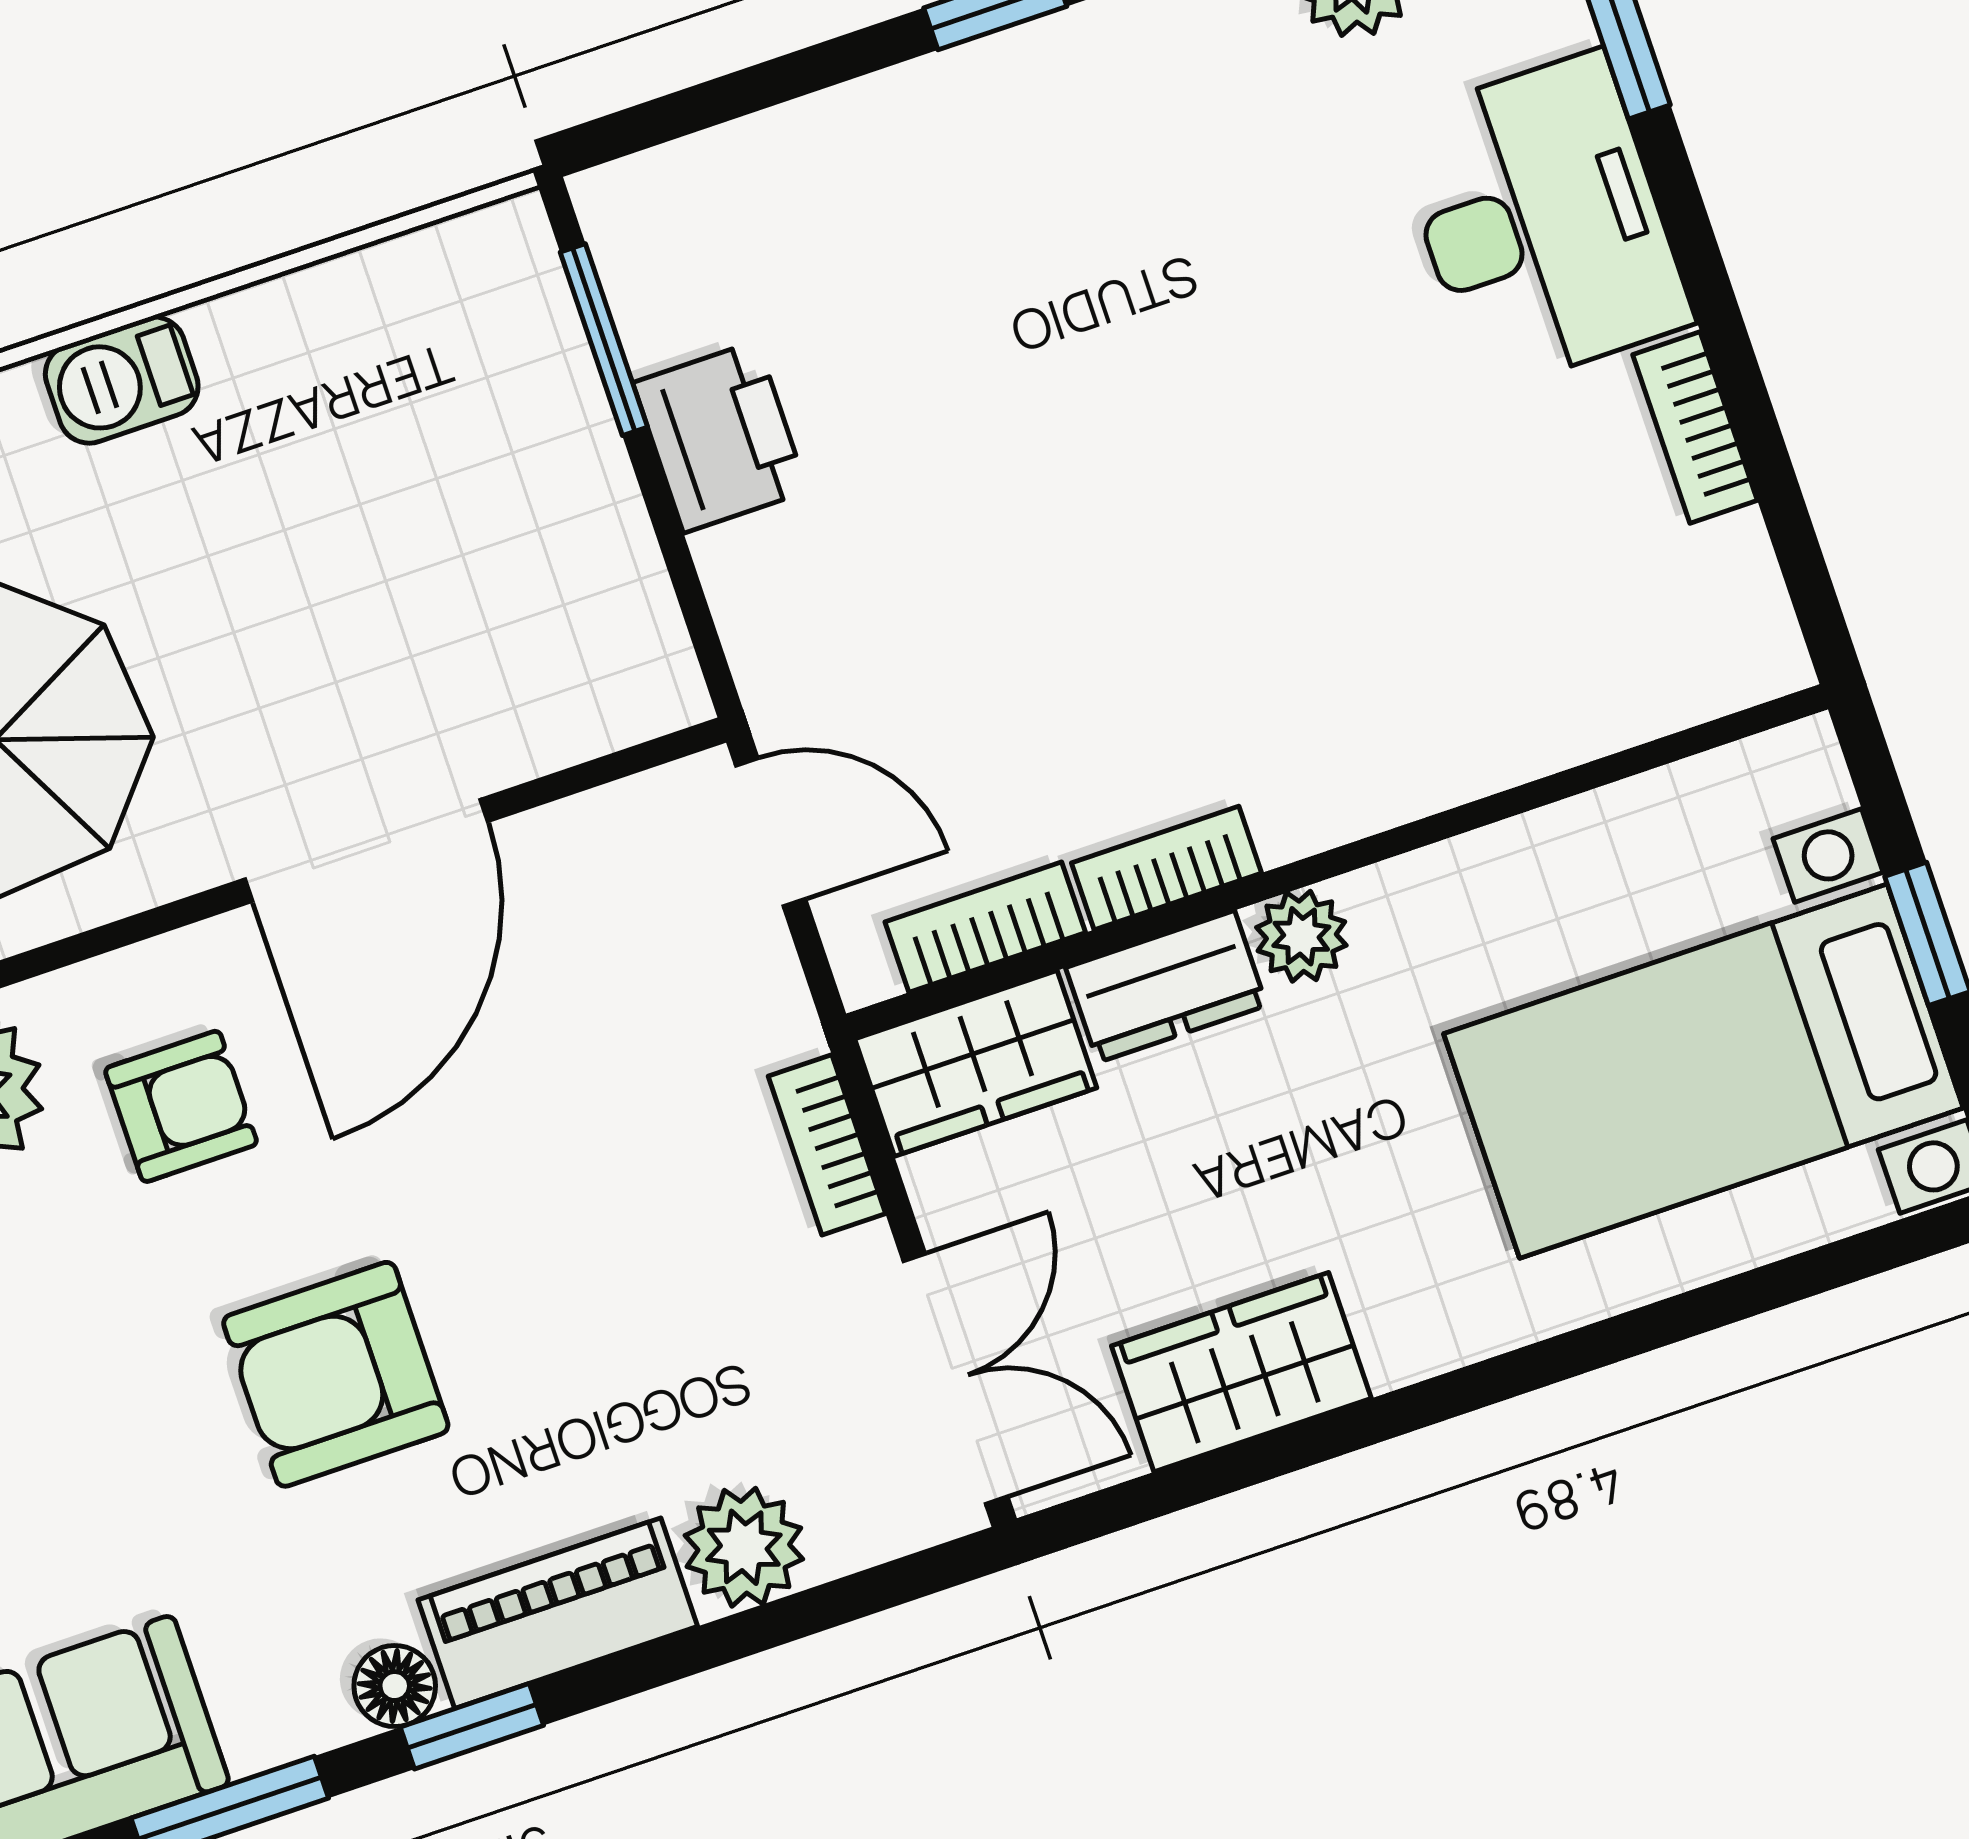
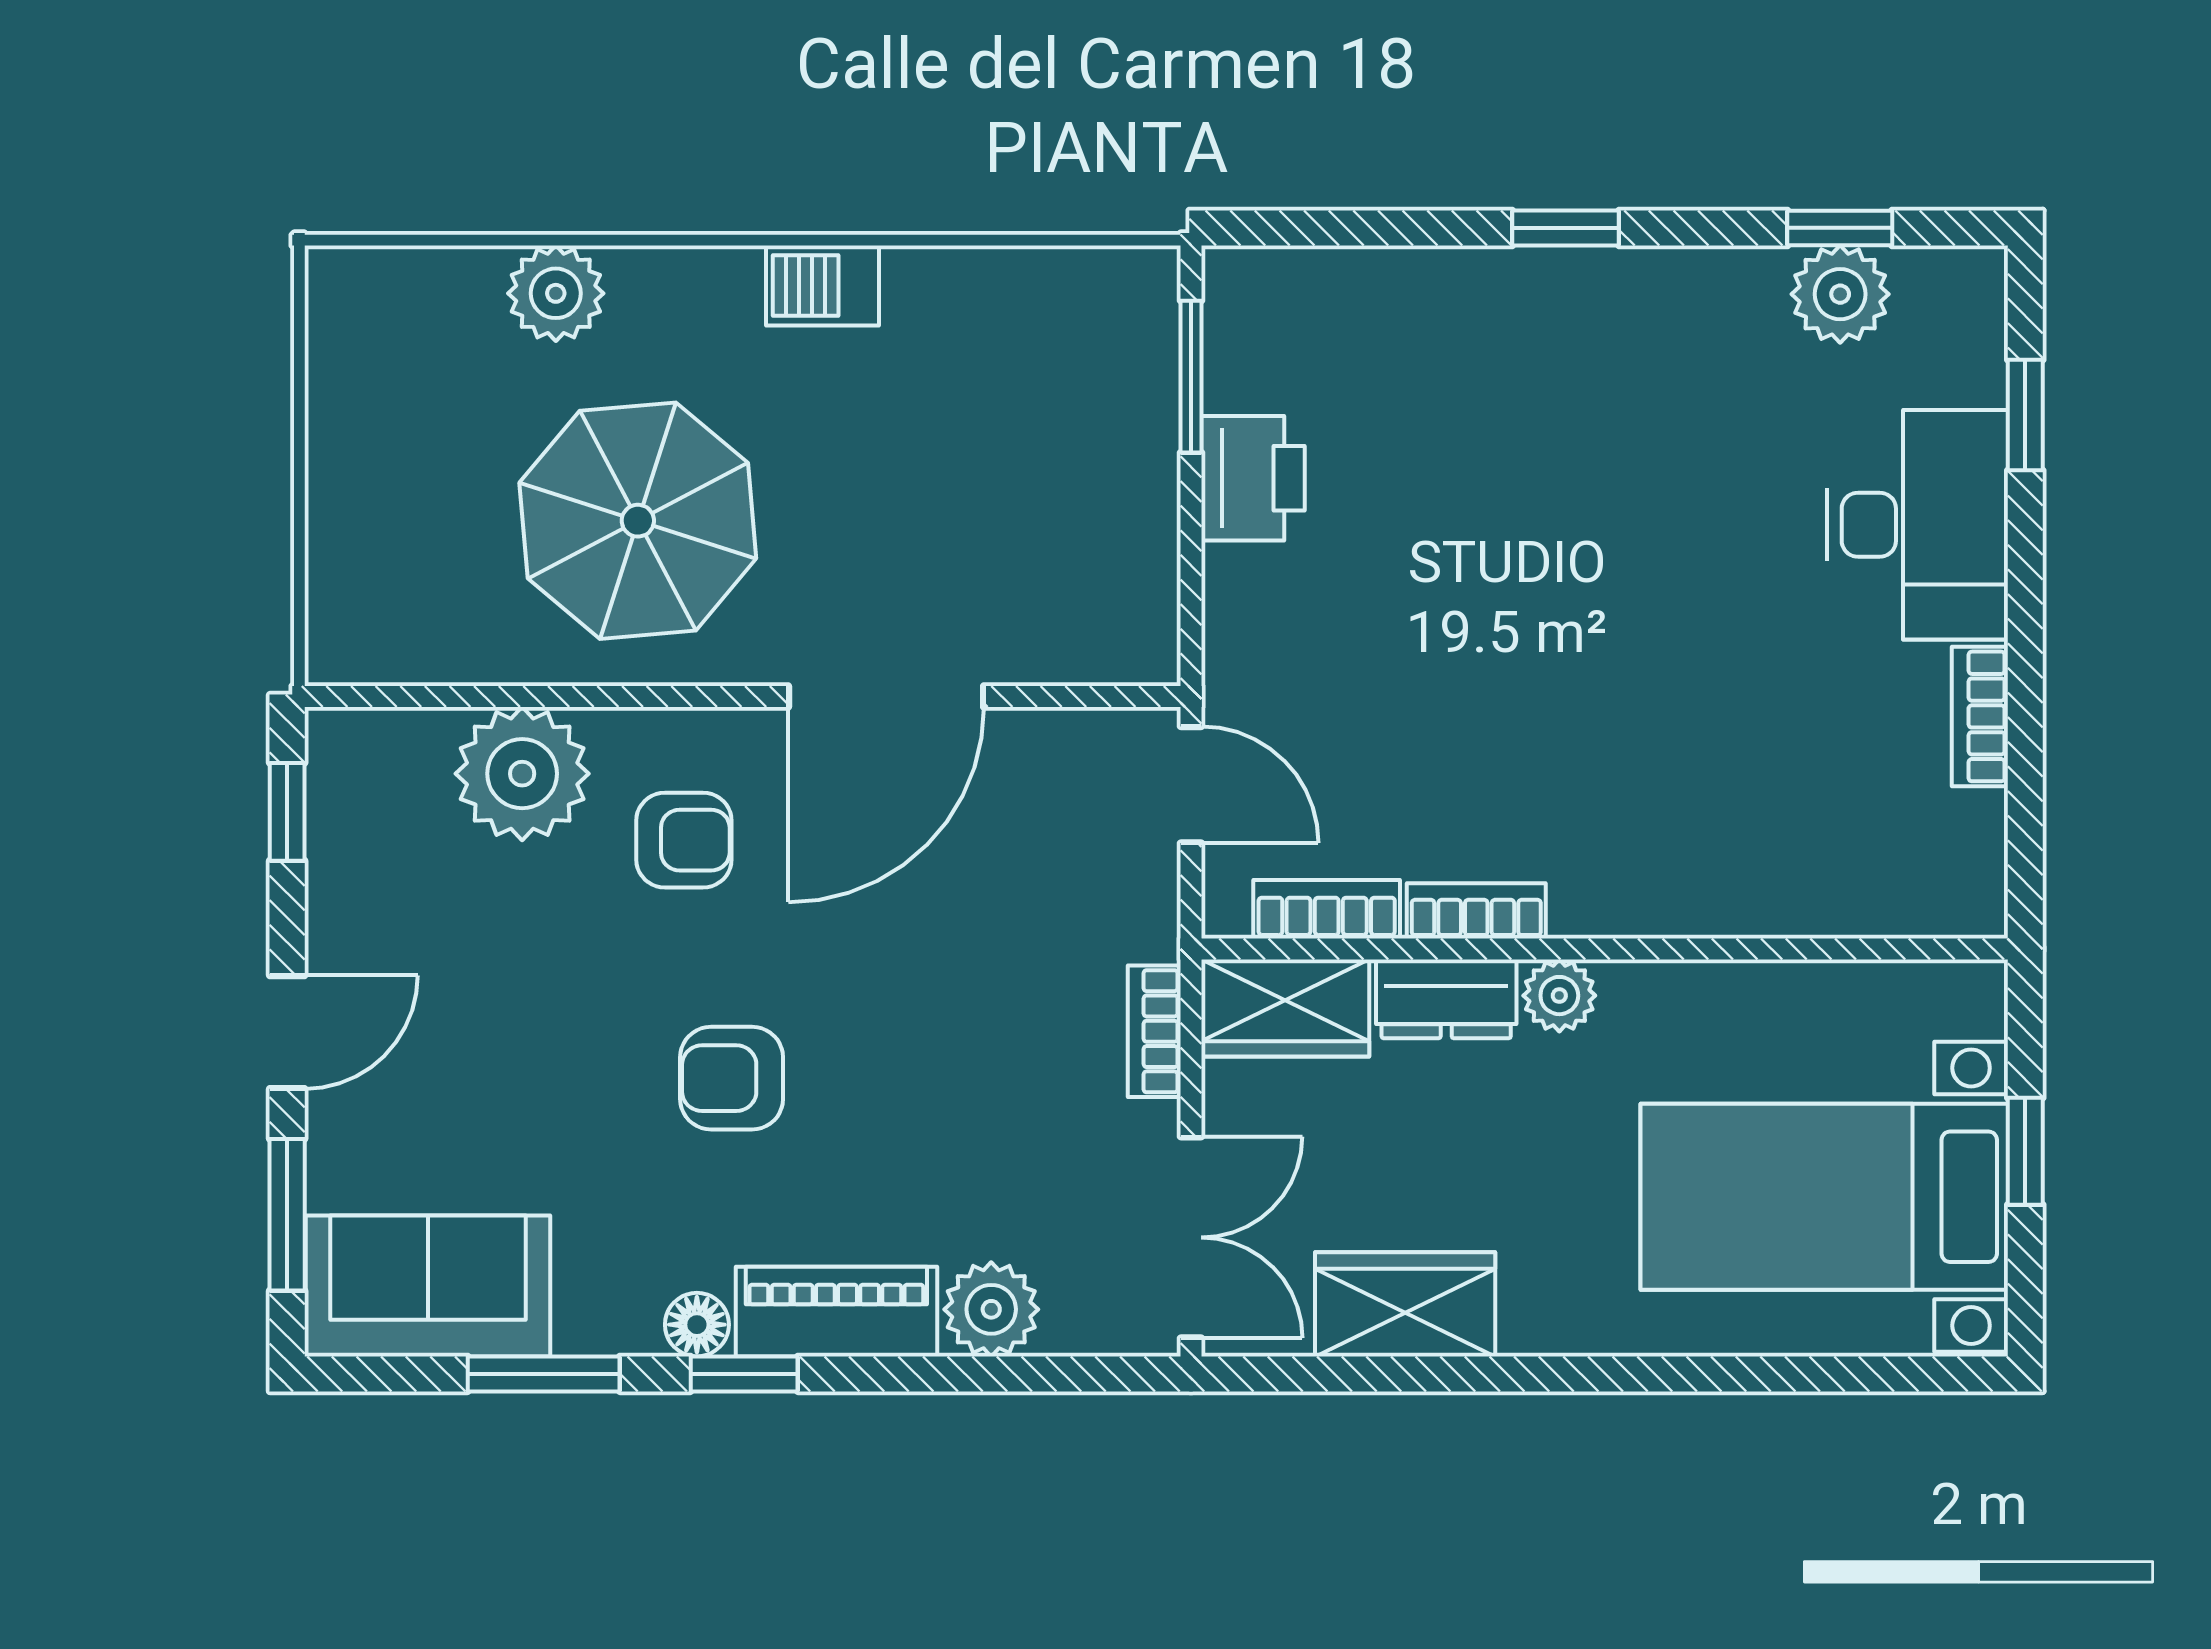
armchair: (336, 1374) -> (732, 1078), width x0.72, depth x0.72

